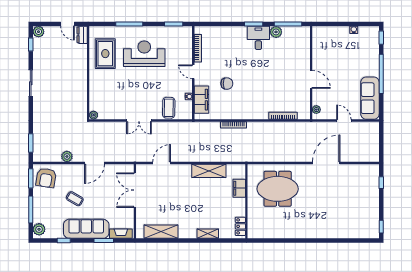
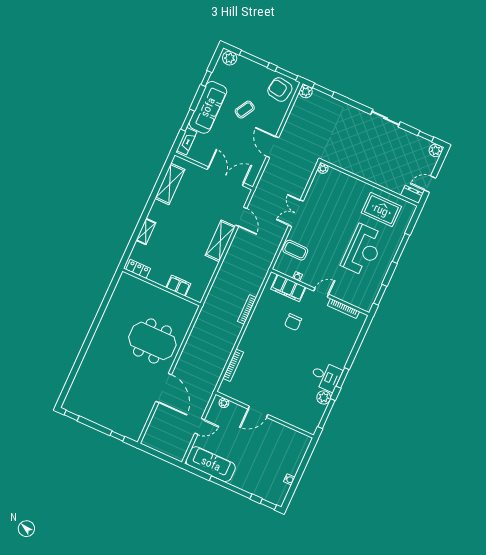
plant: (67, 156) -> (306, 92), moved
shelving: (209, 171) -> (220, 241), moved
meeting table: (278, 189) -> (152, 341), moved, turned 90

